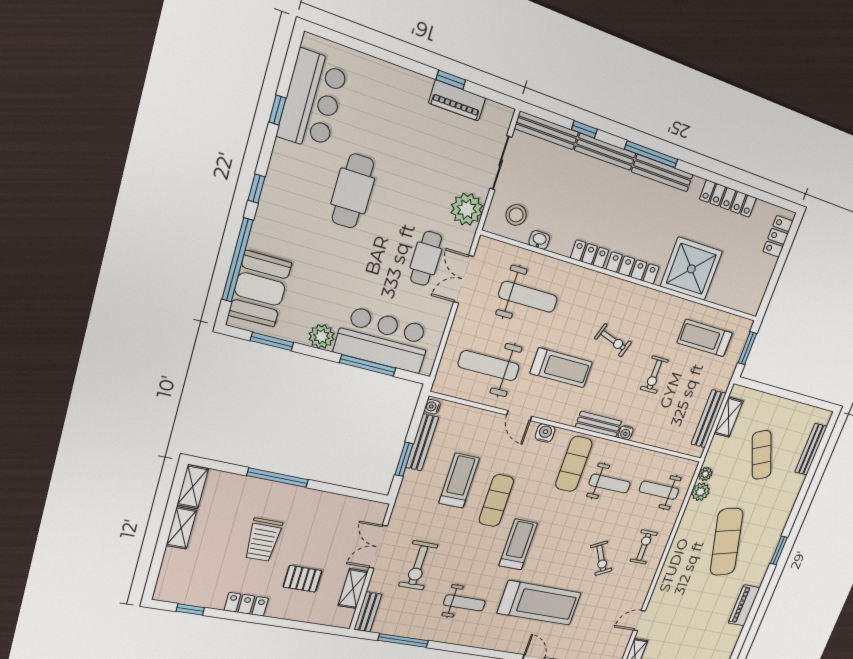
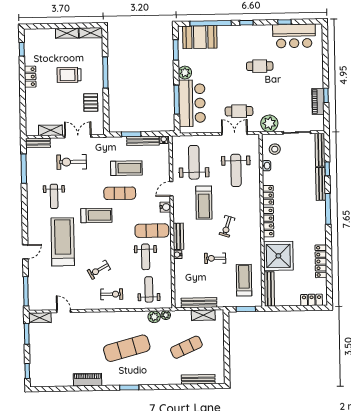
bench: (662, 173) -> (269, 289), moved
cafe table: (353, 191) -> (260, 66), width x0.73, depth x0.74
pallet: (302, 579) -> (91, 103), moved
treadmill: (539, 603) -> (63, 242), turned 180

